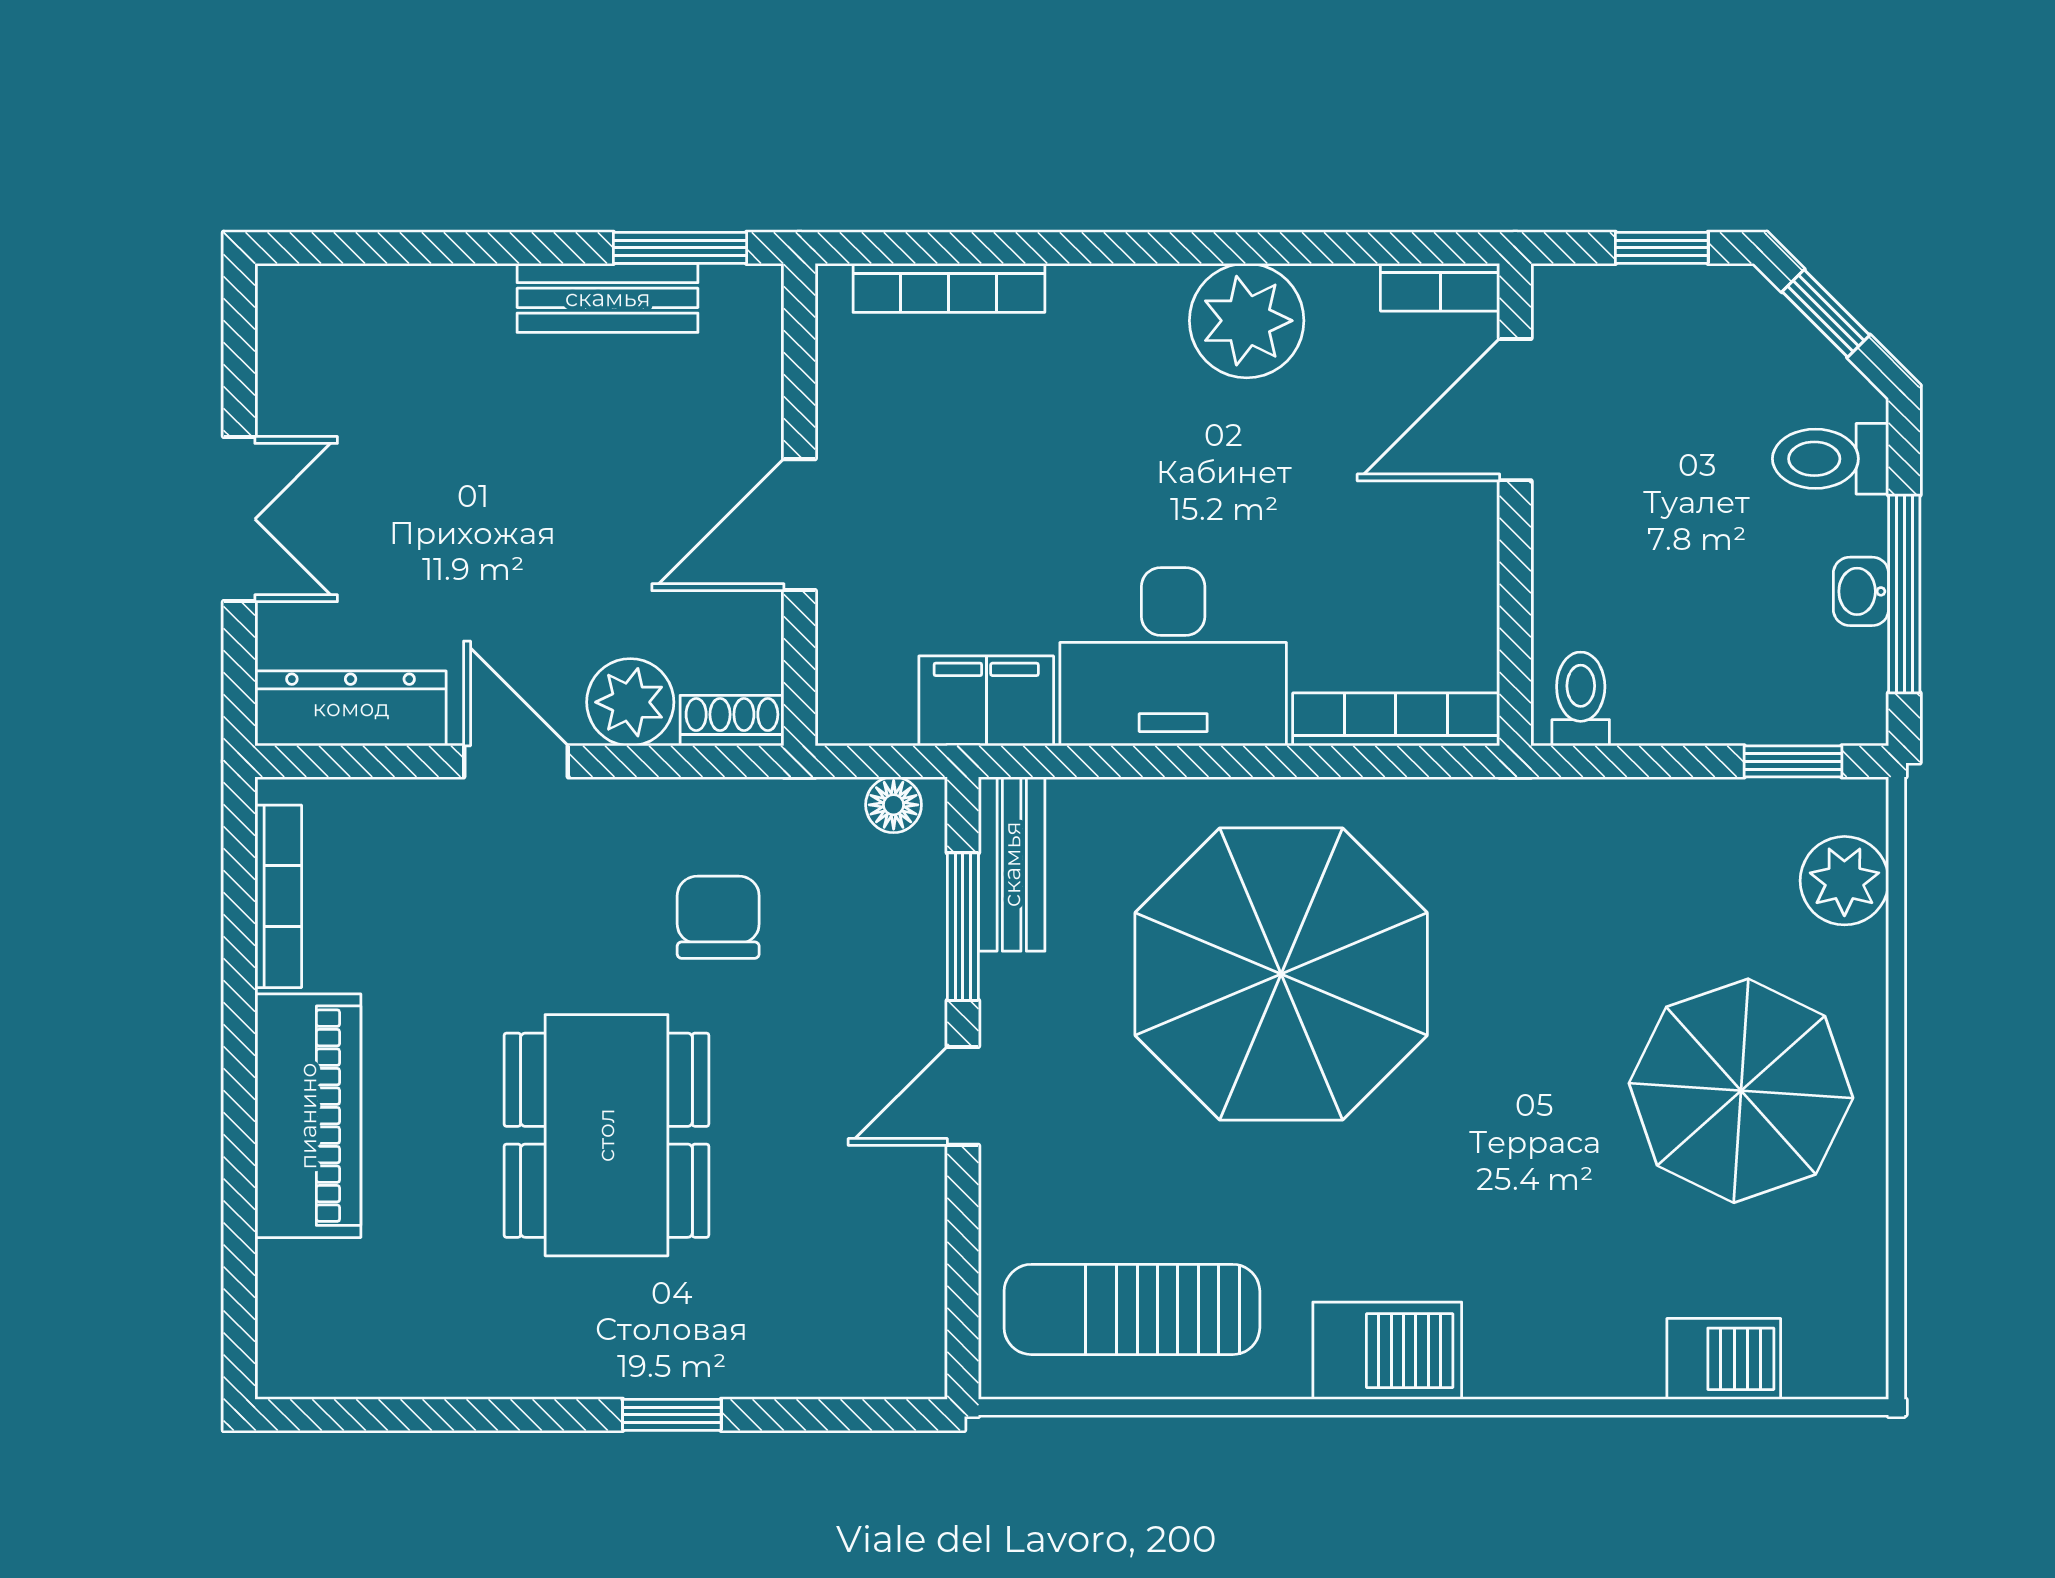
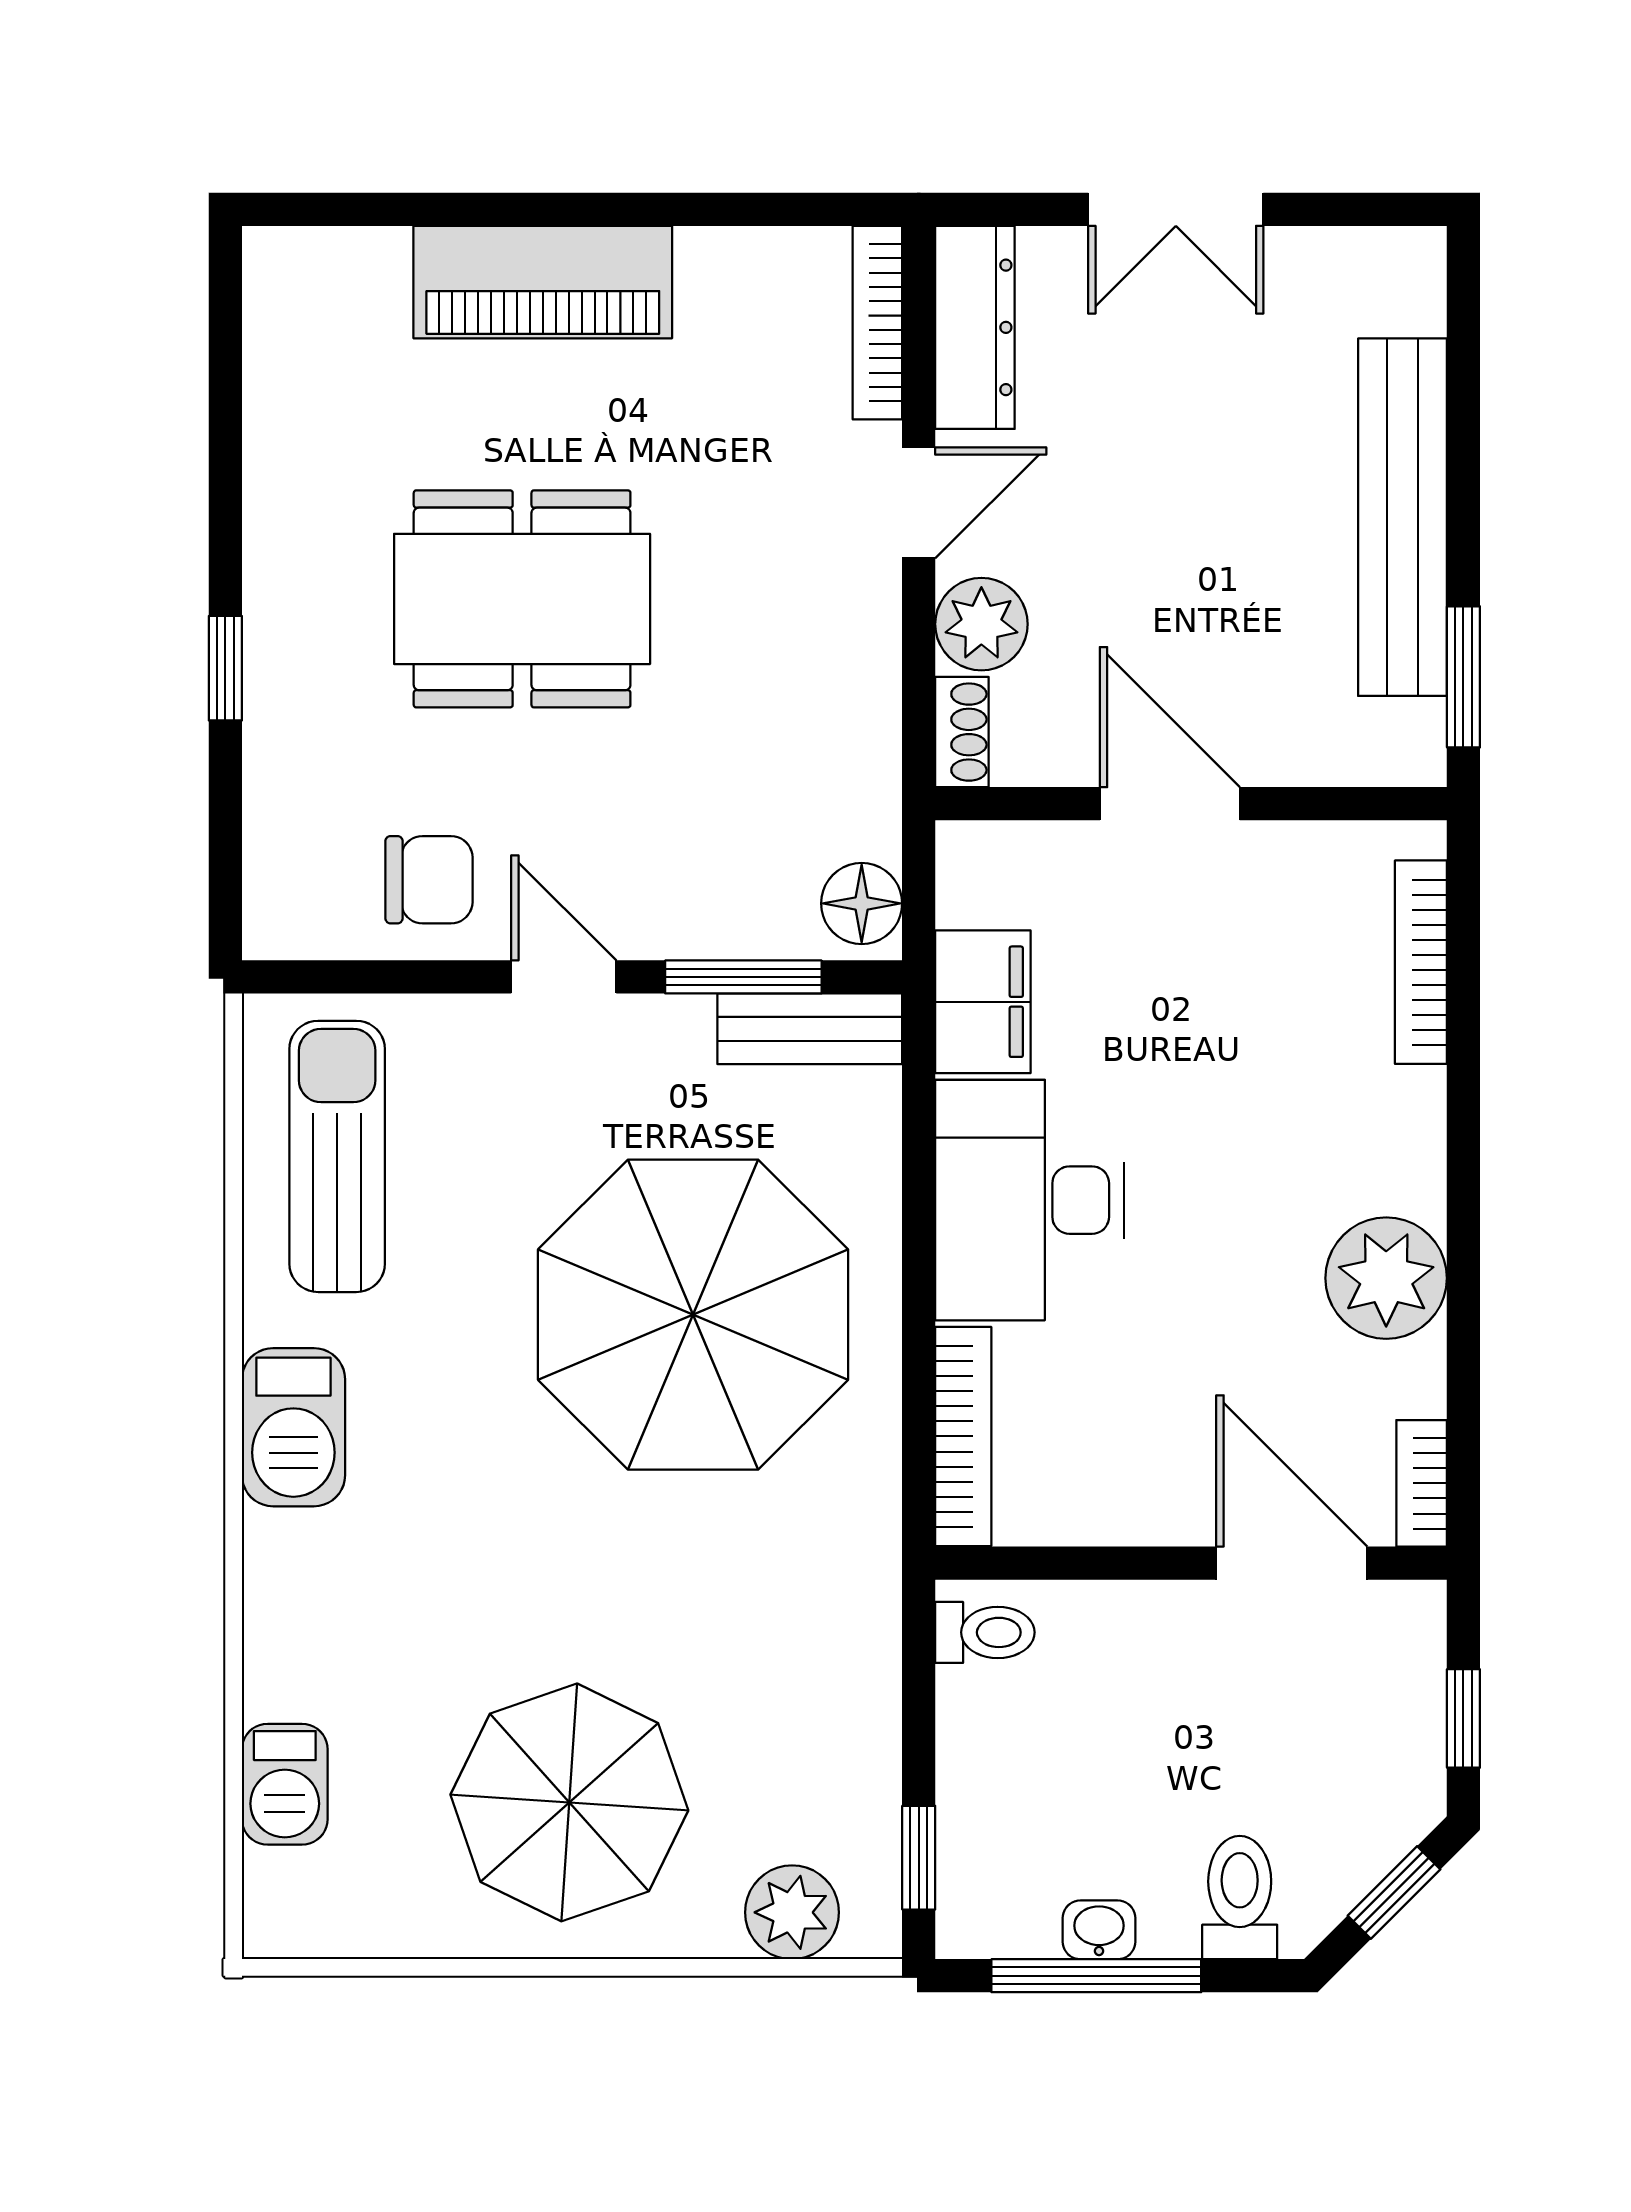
bench: (608, 298) -> (1402, 517), width x1.86, depth x1.21
floor lamp: (894, 805) -> (862, 903), width x1.37, depth x1.37
bookcase: (278, 896) -> (877, 323), moved, turned 90
chair: (718, 917) -> (429, 880), moved

